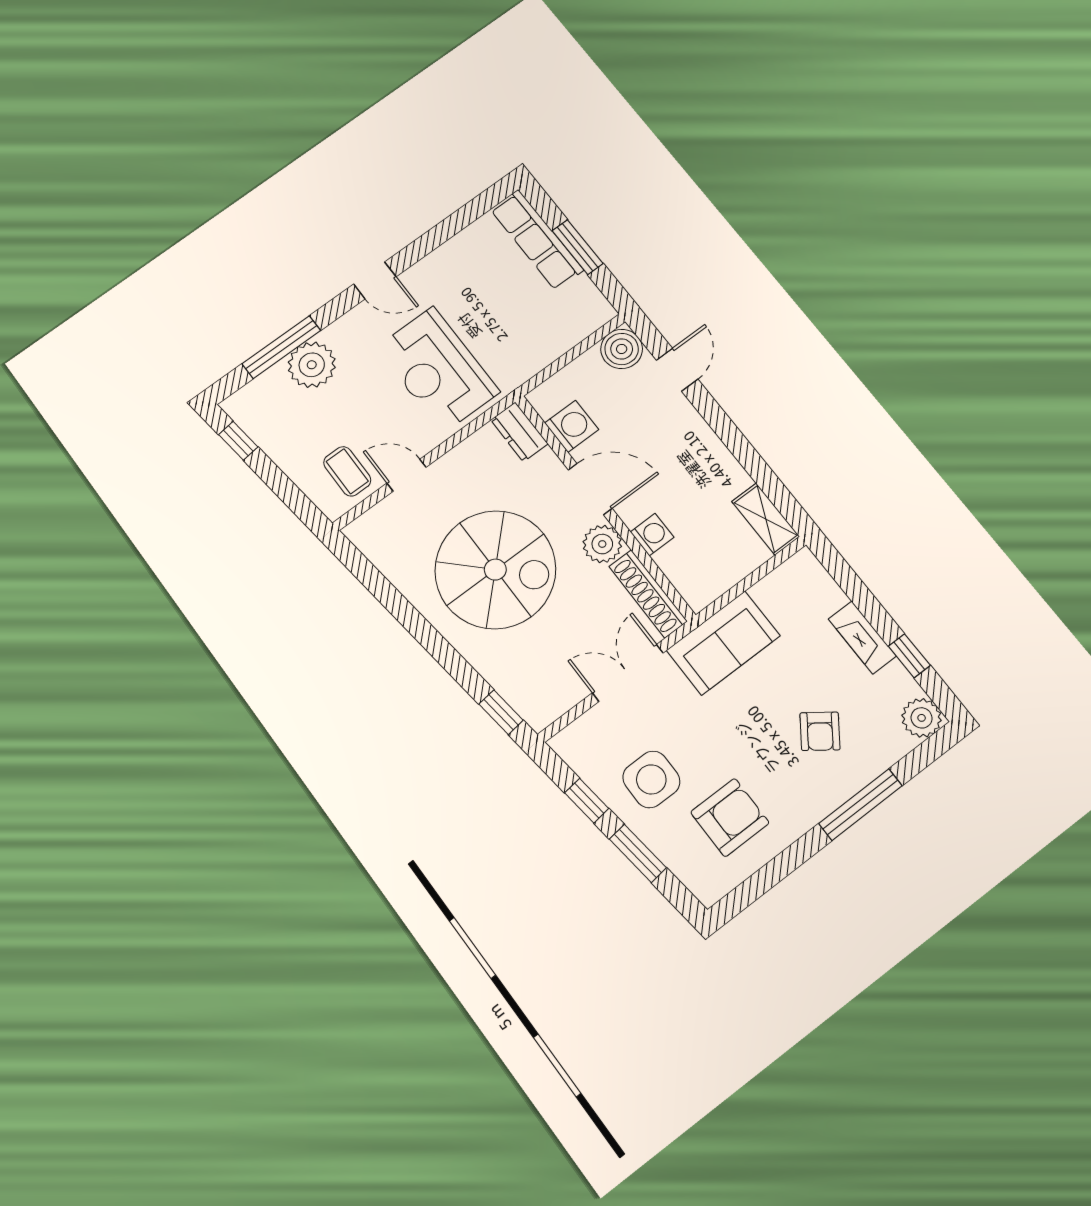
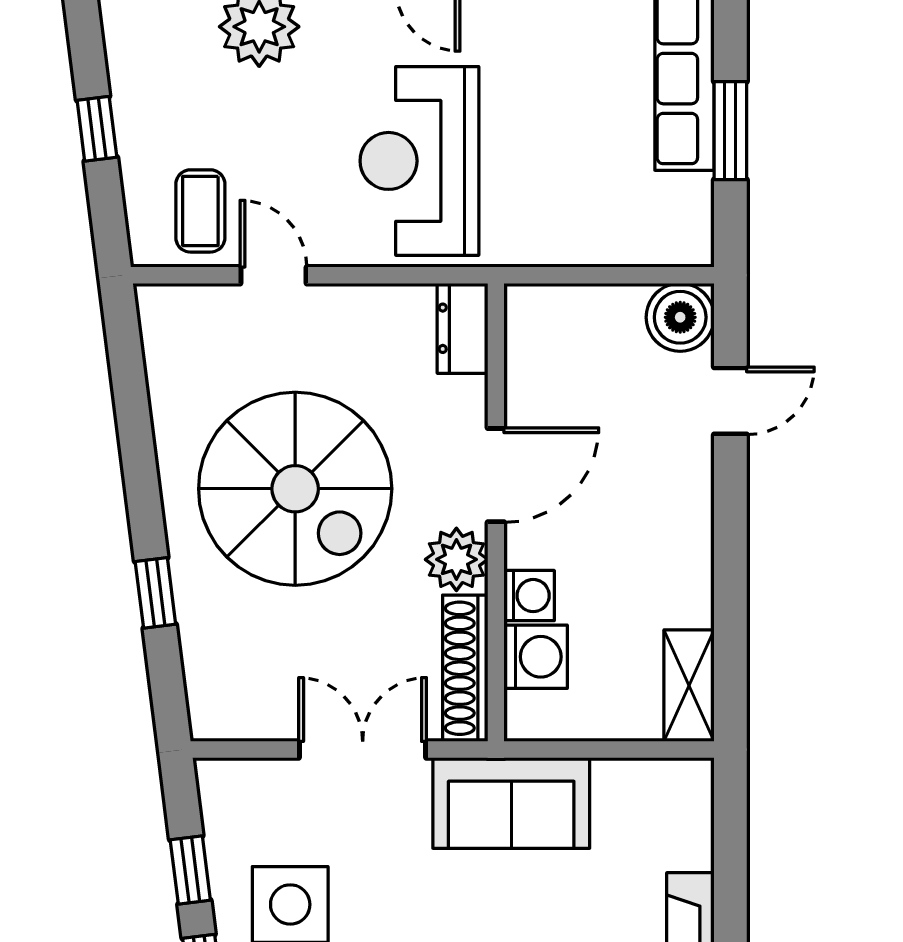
washing machine: (572, 426) -> (536, 657), moved
window: (238, 441) -> (97, 129), moved
door: (590, 489) -> (496, 475), hinge flipped
window: (501, 712) -> (155, 593), moved

